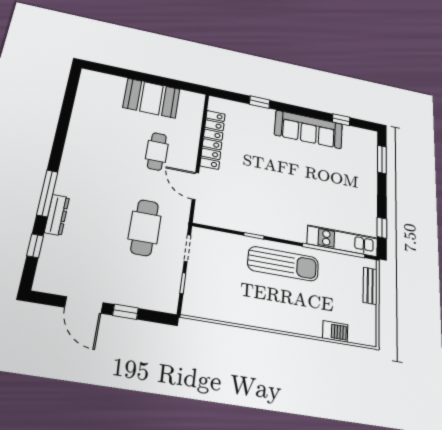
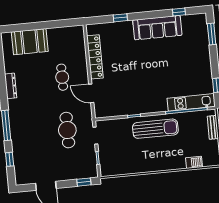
booth: (152, 98) -> (30, 42), moved
dresser: (57, 215) -> (11, 86), moved
window: (125, 312) -> (84, 182), moved

